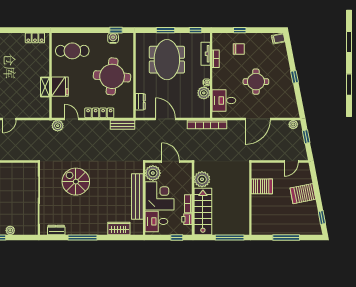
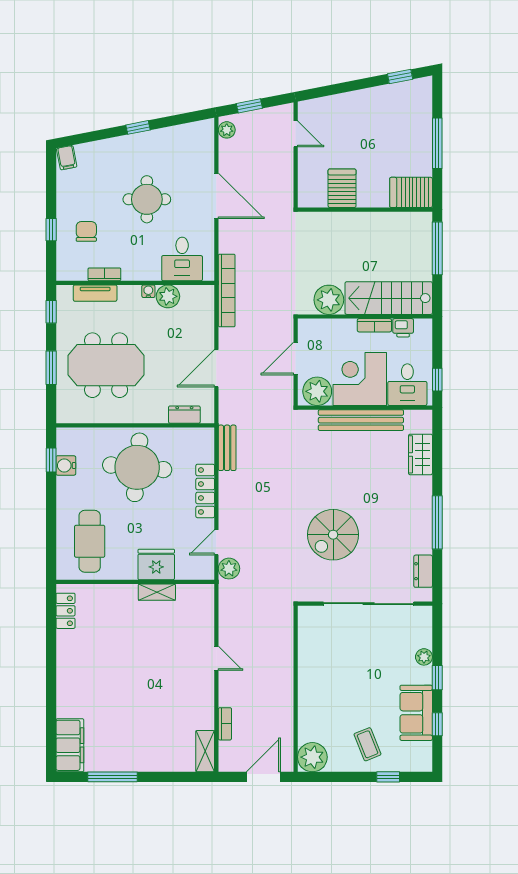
server rack: (303, 194) -> (411, 192), moved, turned 101
window: (177, 238) -> (437, 380), moved

